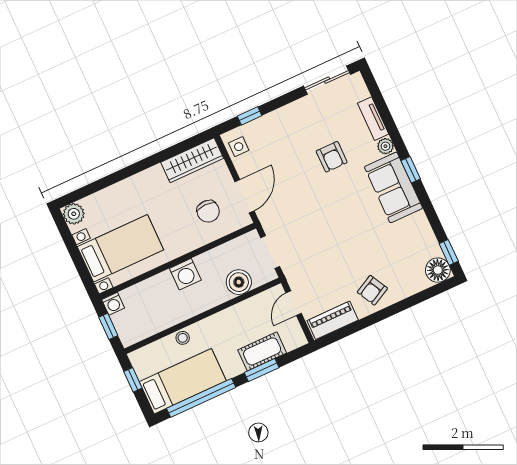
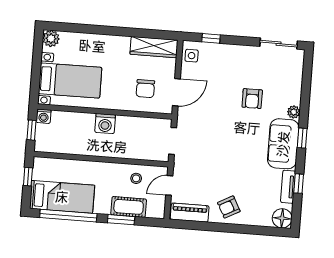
tv unit: (373, 119) -> (288, 187), moved
window: (449, 252) -> (299, 184), moved
boiler: (239, 282) -> (139, 150), removed
stool: (183, 338) -> (136, 178), moved

